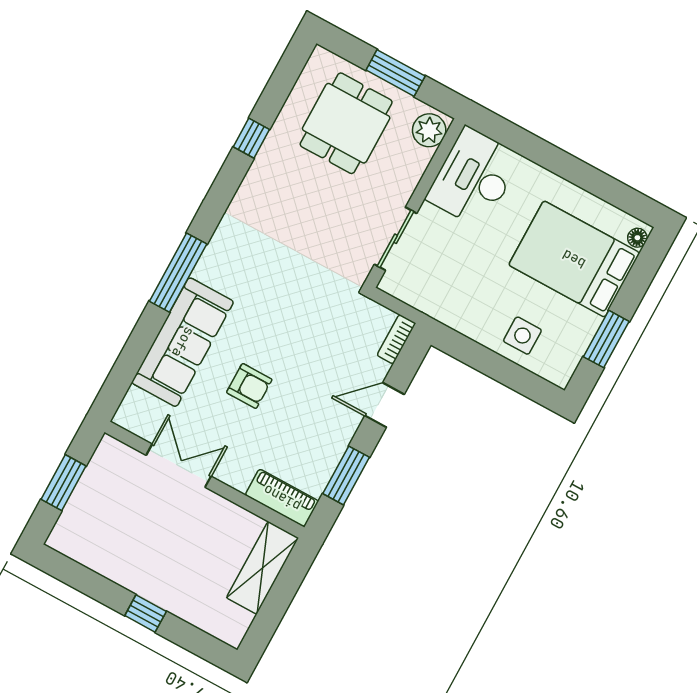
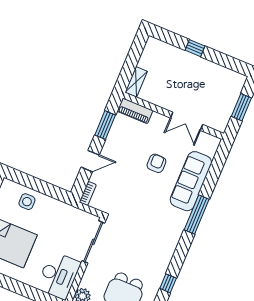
sliding door: (395, 239) -> (93, 242), width x1.37
armchair: (249, 386) -> (156, 163), turned 90
shelving: (262, 568) -> (136, 82), width x0.67, depth x0.75

